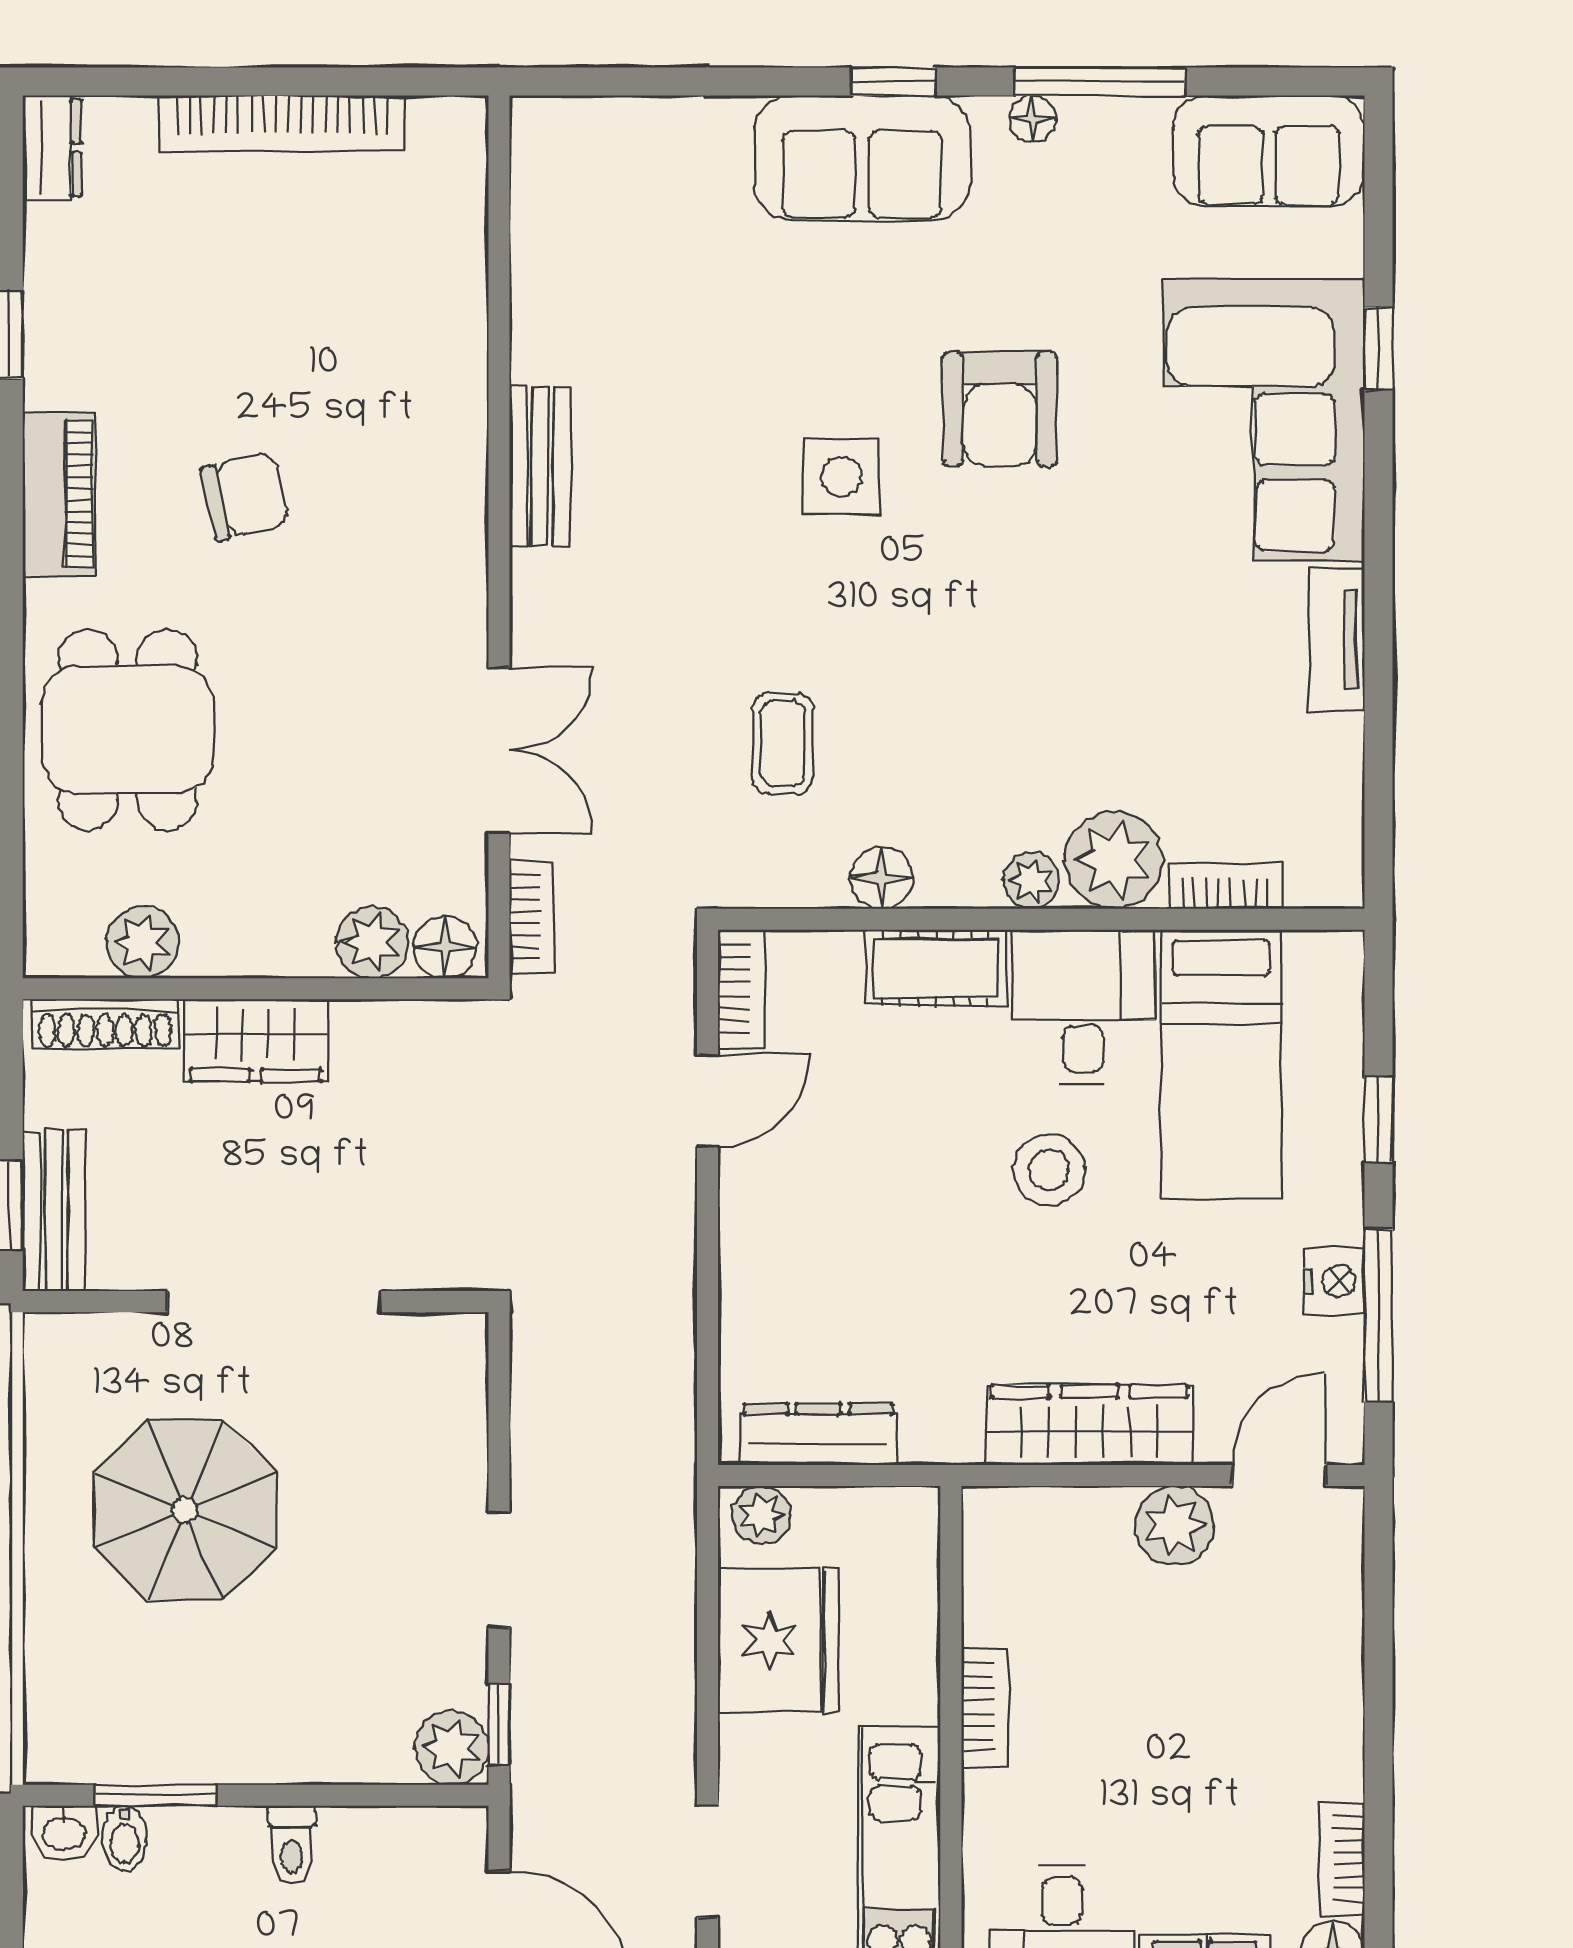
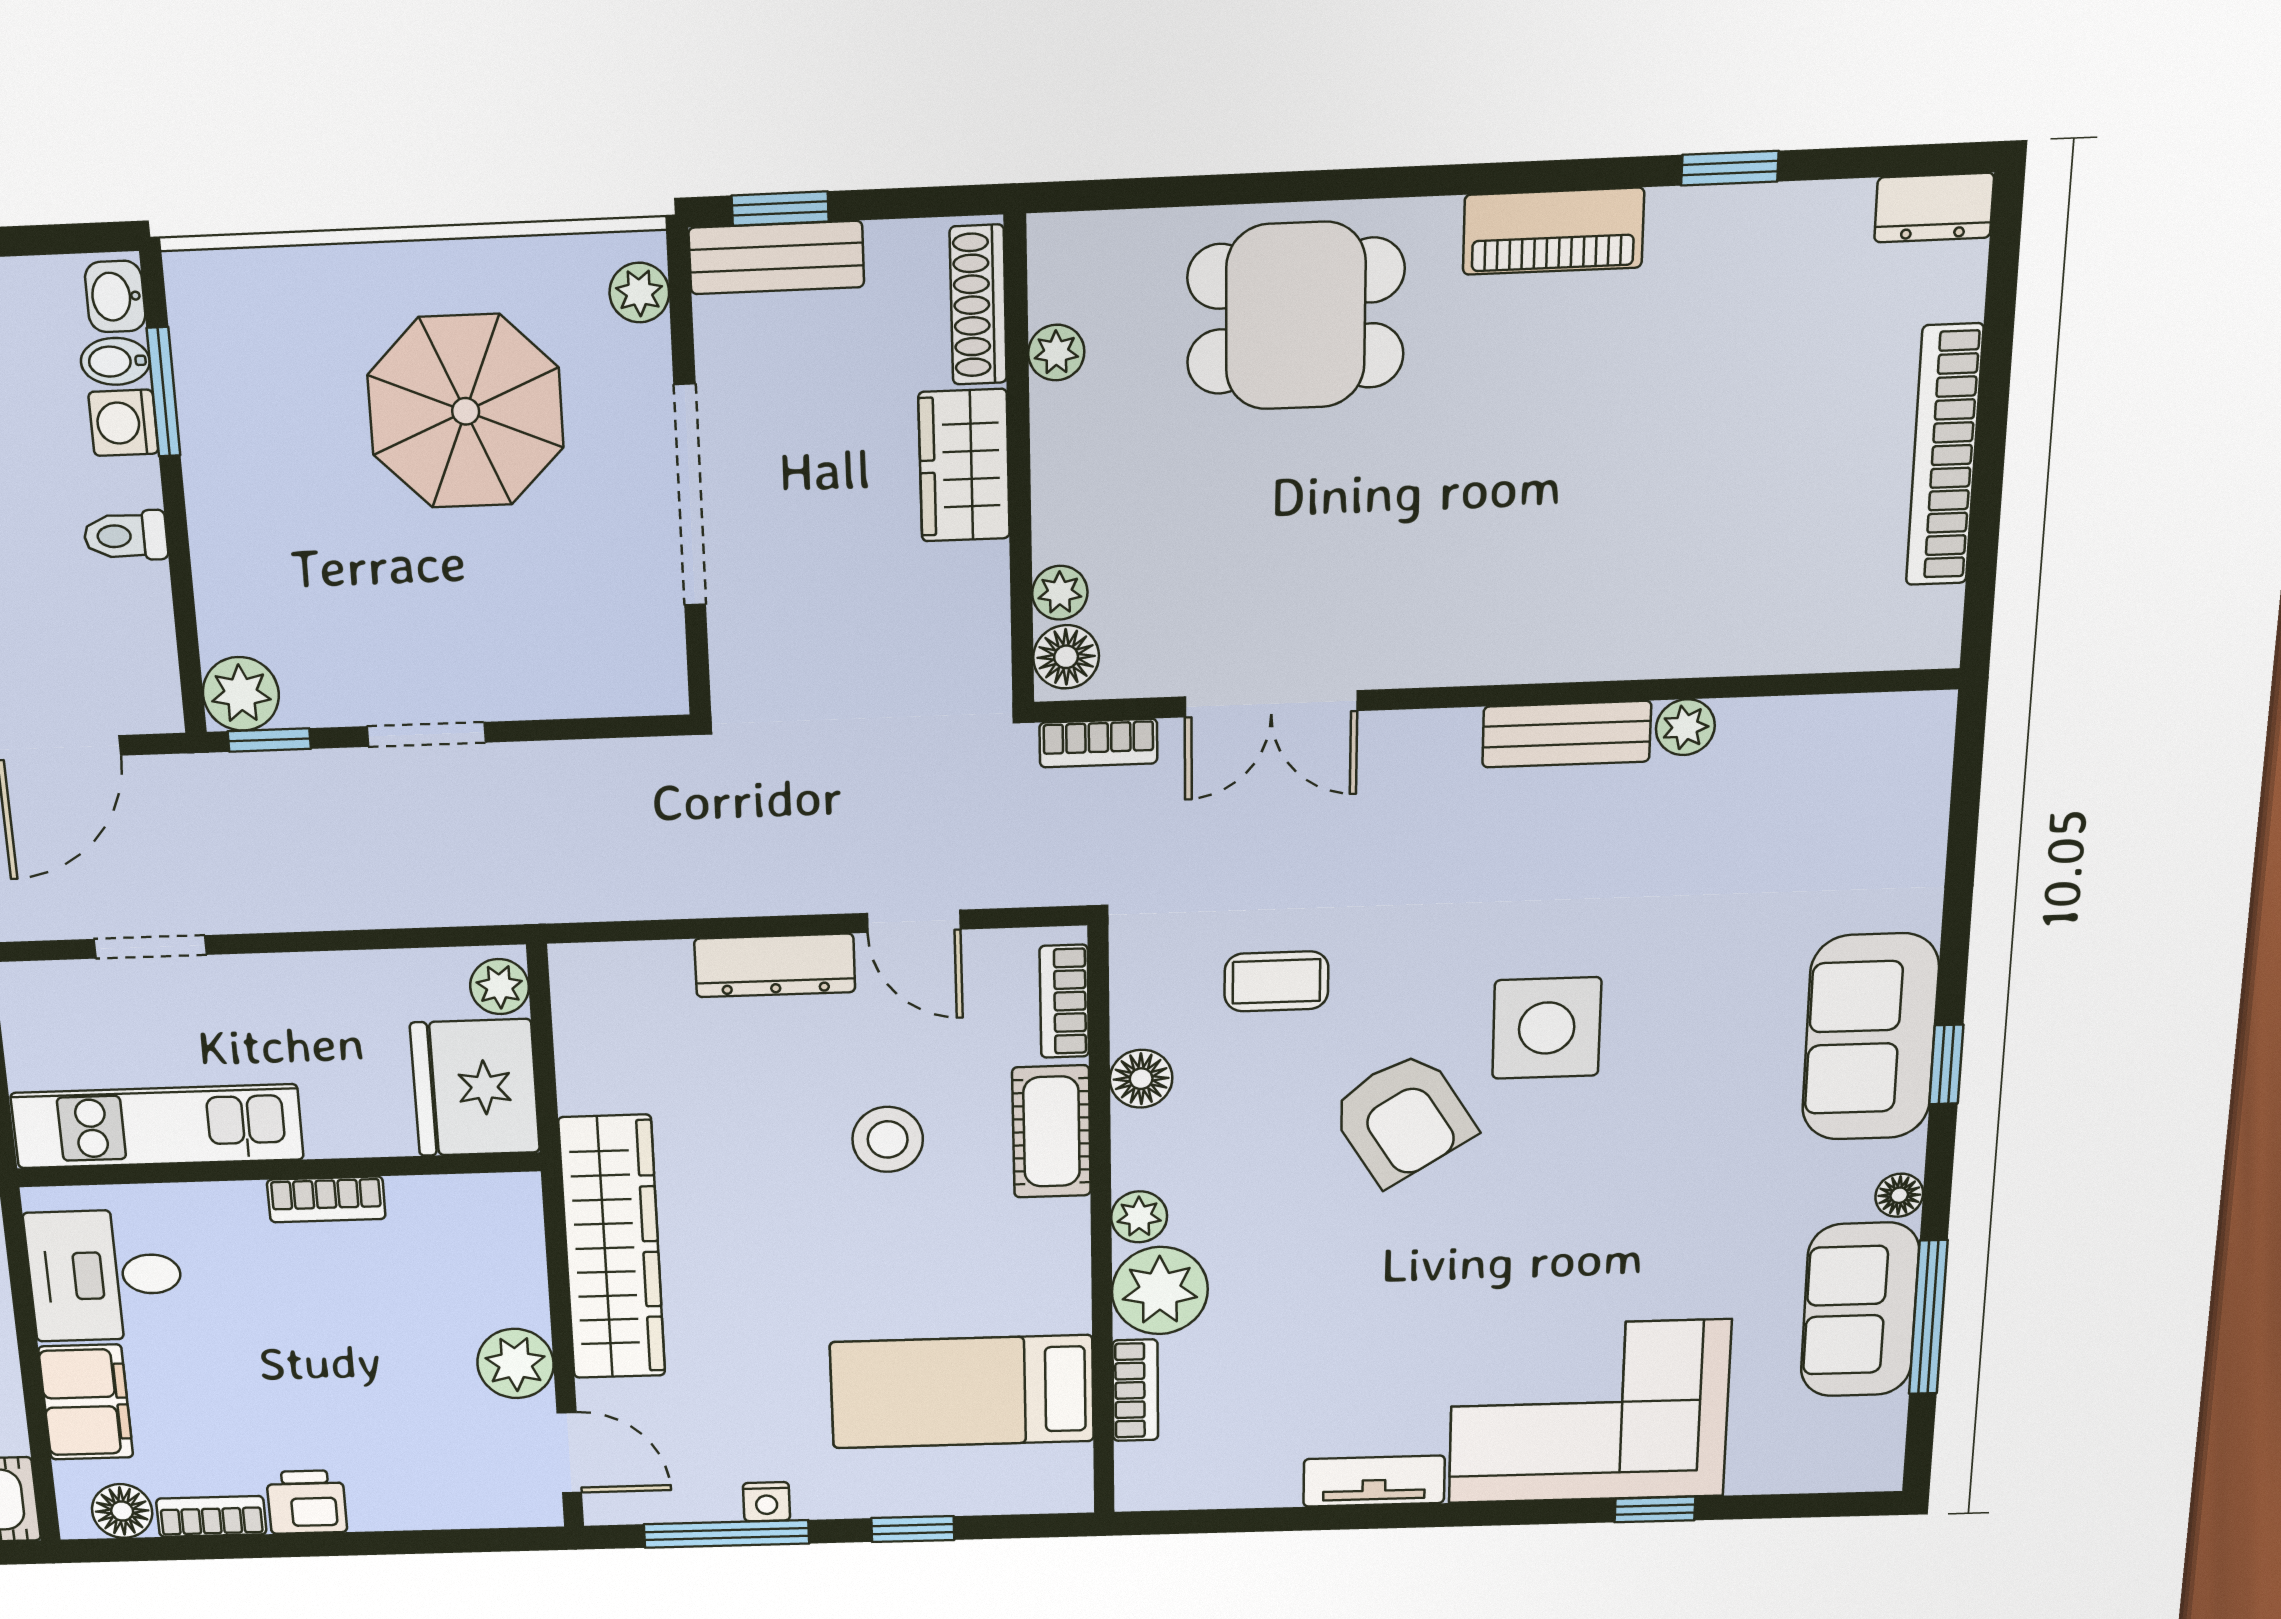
window: (1100, 82) -> (1928, 1317), moved
sofa: (1269, 151) -> (1860, 1310), moved
plant: (537, 353) -> (1685, 727), added
armchair: (1000, 409) -> (1402, 1118), moved, turned -122
side table: (841, 476) -> (1547, 1028), width x1.37, depth x1.37
chair: (245, 496) -> (1545, 431), removed
plant: (142, 942) -> (1056, 353), width x0.73, depth x0.73
plant: (372, 942) -> (1060, 593), width x0.73, depth x0.73
bookcase: (742, 989) -> (1064, 1001), moved, turned 90
desk: (1083, 1007) -> (1015, 1268), removed
stool: (1049, 1170) -> (888, 1139), moved
nightstand: (1334, 1281) -> (767, 1502), width x0.72, depth x0.74
plant: (81, 1340) -> (639, 293), added
wardrobe: (1089, 1425) -> (612, 1248), width x1.40, depth x1.17
dresser: (818, 1434) -> (775, 965), moved, turned 90
fridge: (779, 1640) -> (475, 1088), moved, turned 90
printer: (1328, 1756) -> (307, 1502), added
washing machine: (183, 1836) -> (123, 423), added

